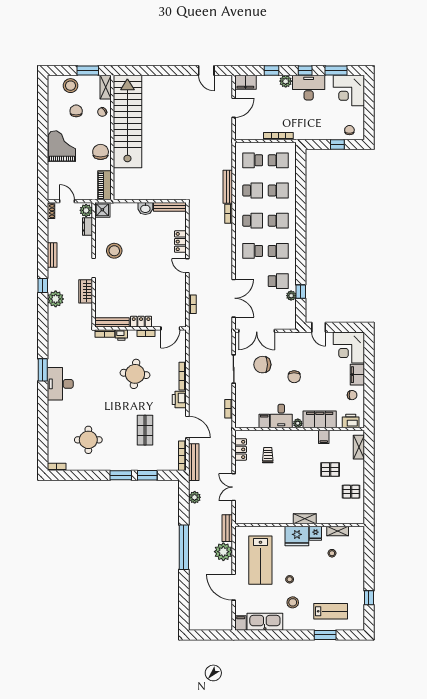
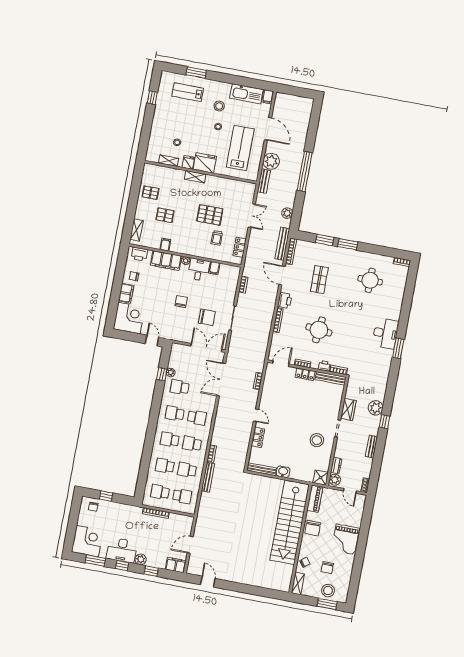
window: (88, 70) -> (327, 604), moved
stairs: (127, 121) -> (290, 522), moved
pallet: (280, 479) -> (210, 215), added

